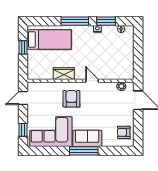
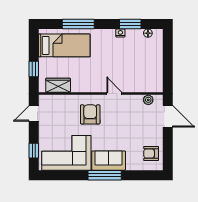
window: (75, 21) -> (78, 24), moved
window: (23, 47) -> (34, 69), moved
wardrobe: (64, 74) -> (58, 85), moved

